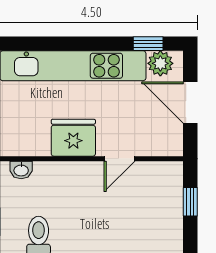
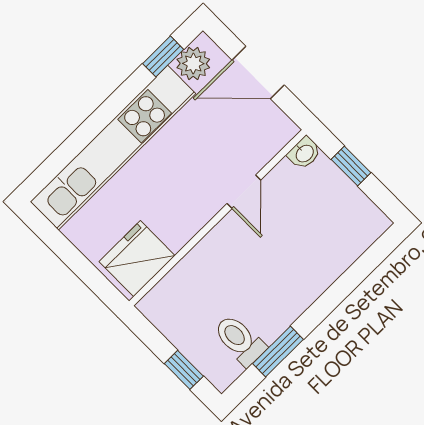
fridge: (73, 138) -> (137, 259), moved
washbasin: (21, 170) -> (304, 153), moved

